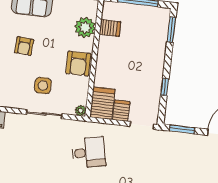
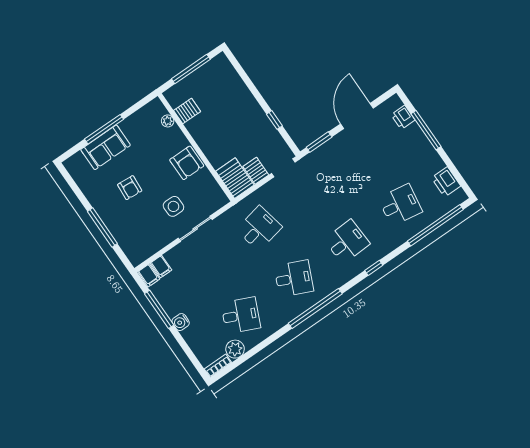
plant: (85, 27) -> (168, 121), width x0.53, depth x0.53
window: (171, 30) -> (239, 68), removed
plant: (81, 111) -> (222, 200), removed

